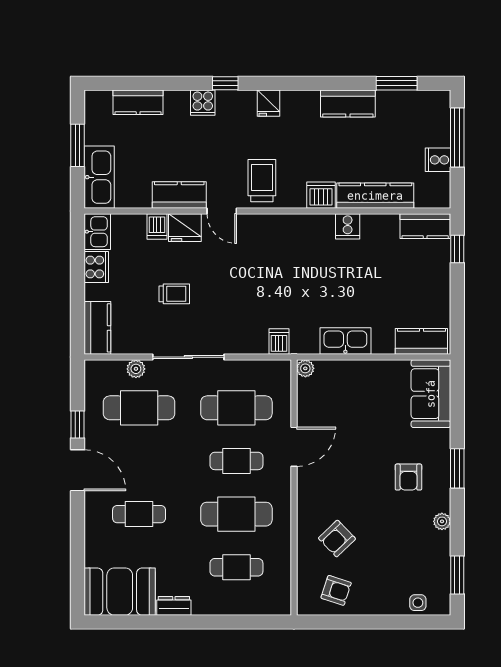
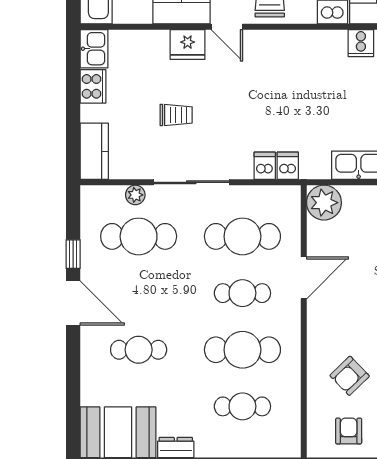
dishwasher: (157, 226) -> (265, 166), moved, turned 180
plant: (305, 368) -> (324, 203), width x1.87, depth x1.87
armchair: (336, 590) -> (349, 431), turned -108

